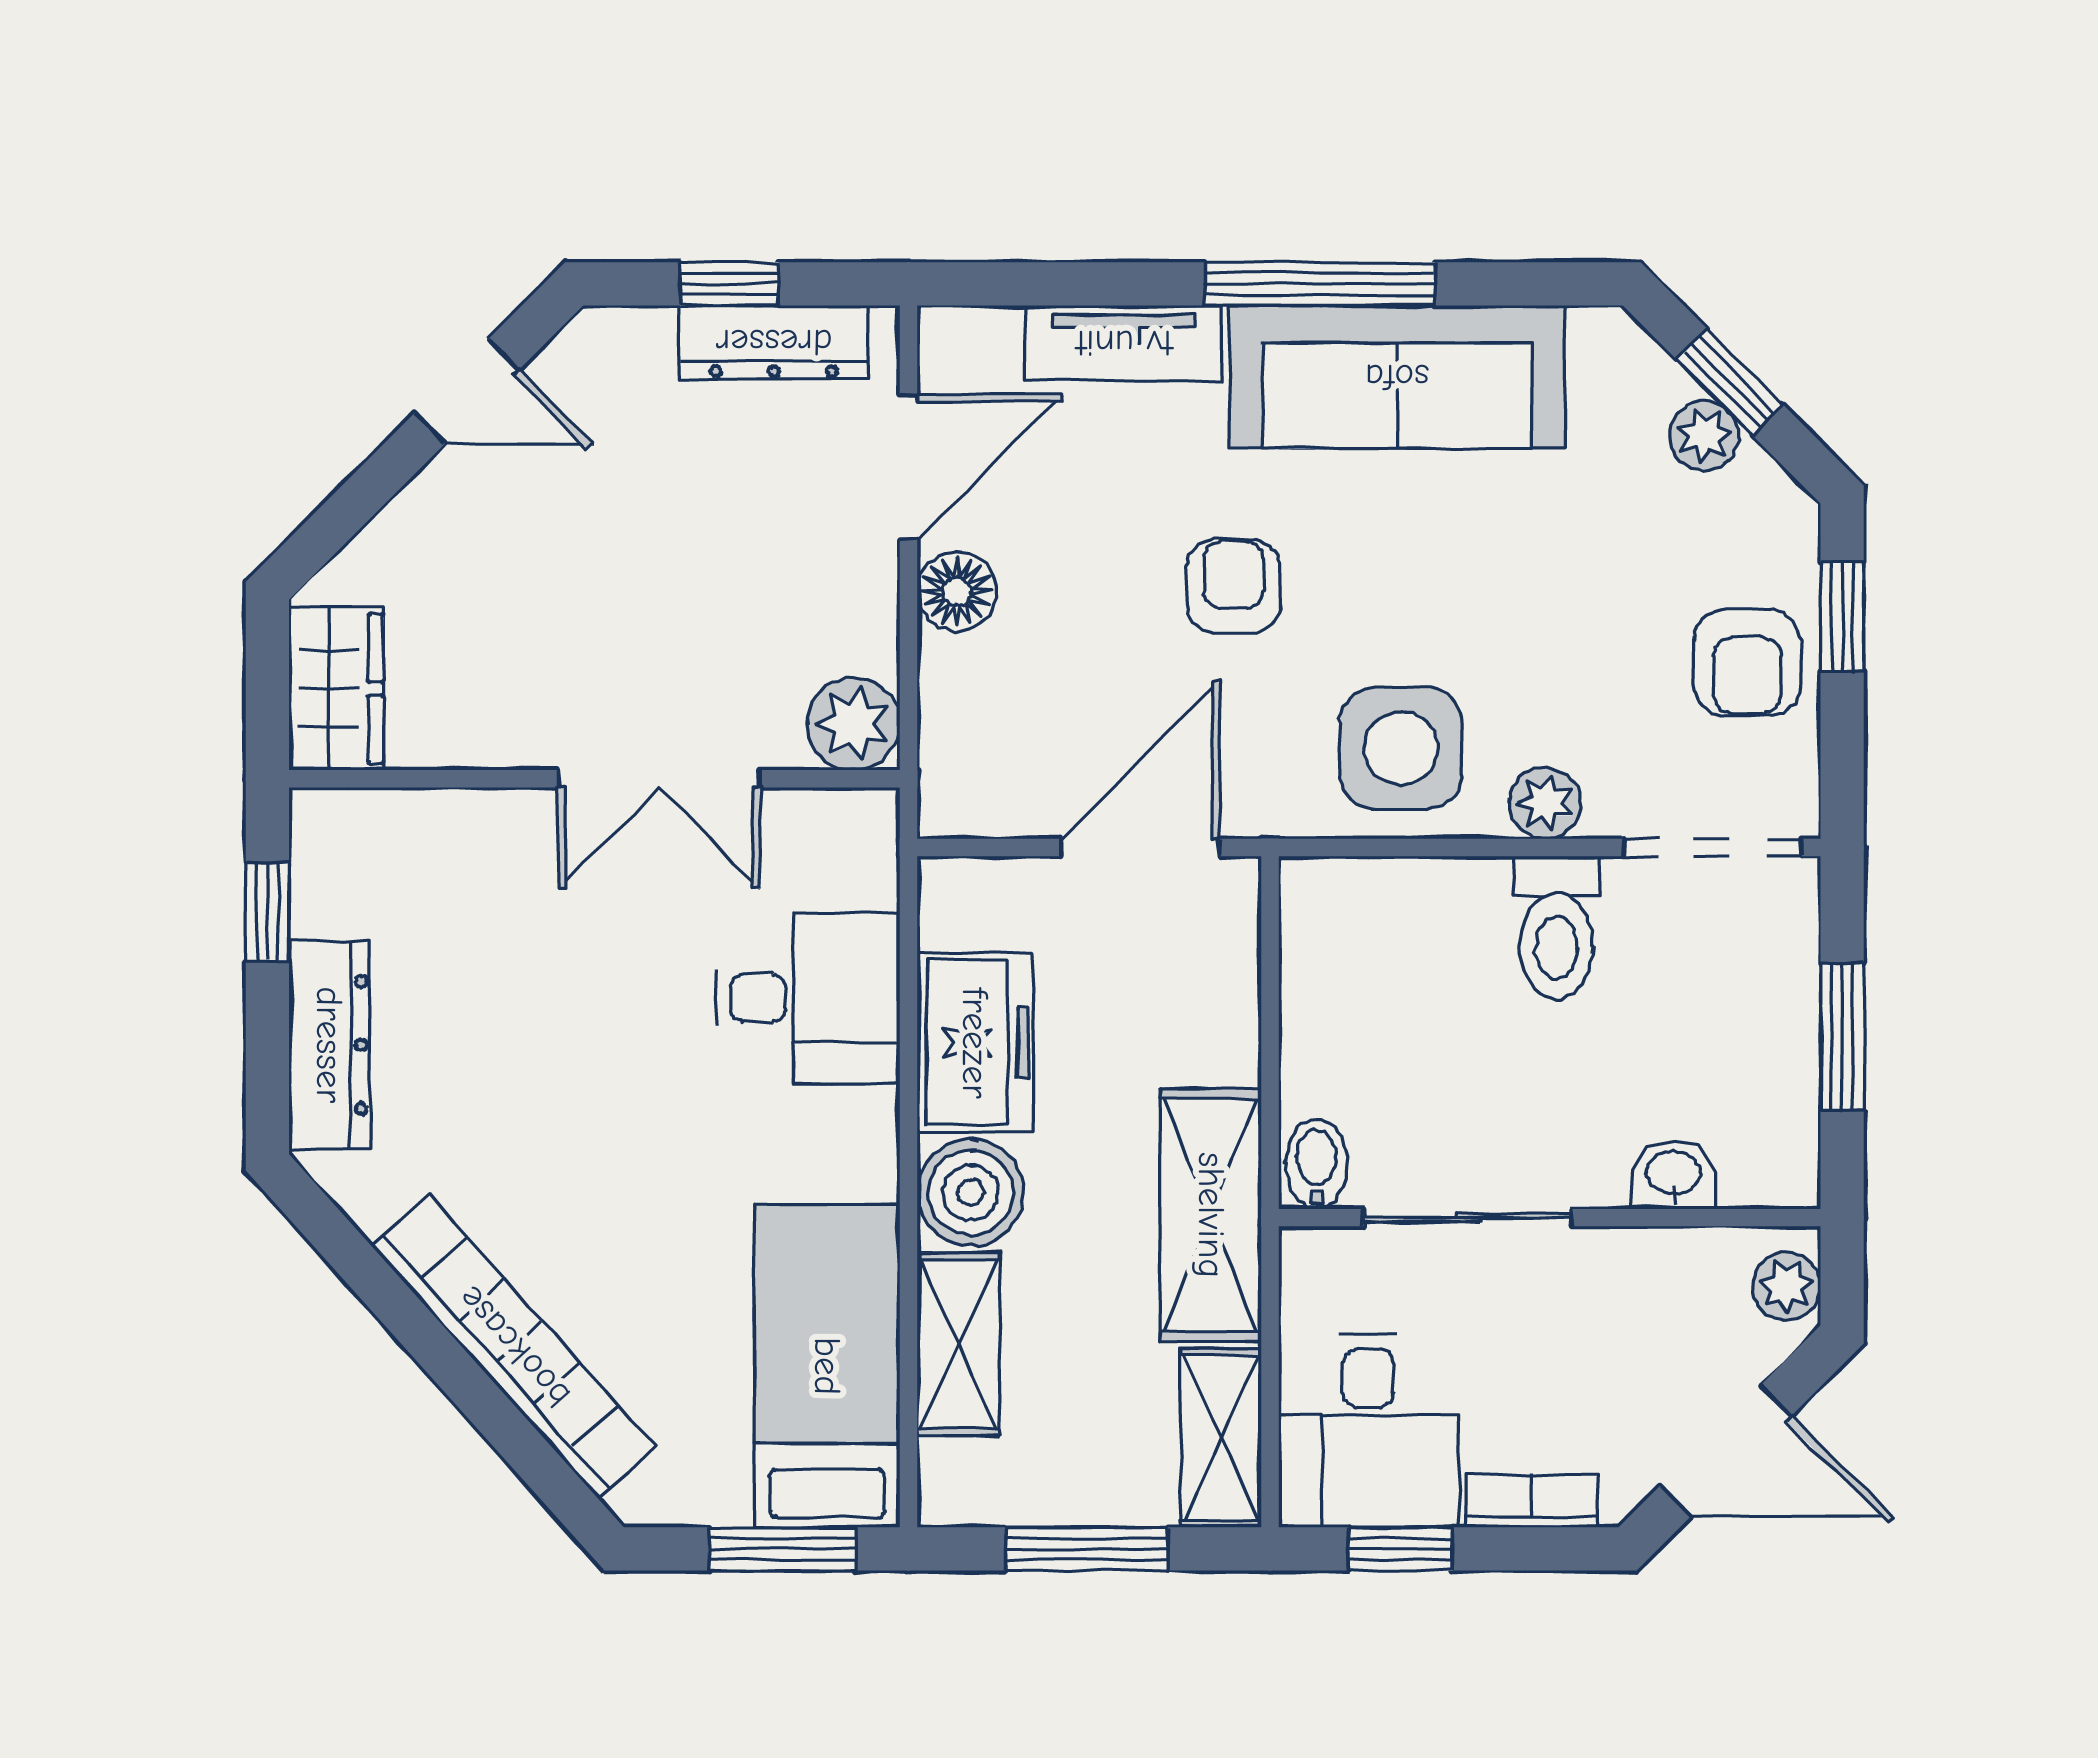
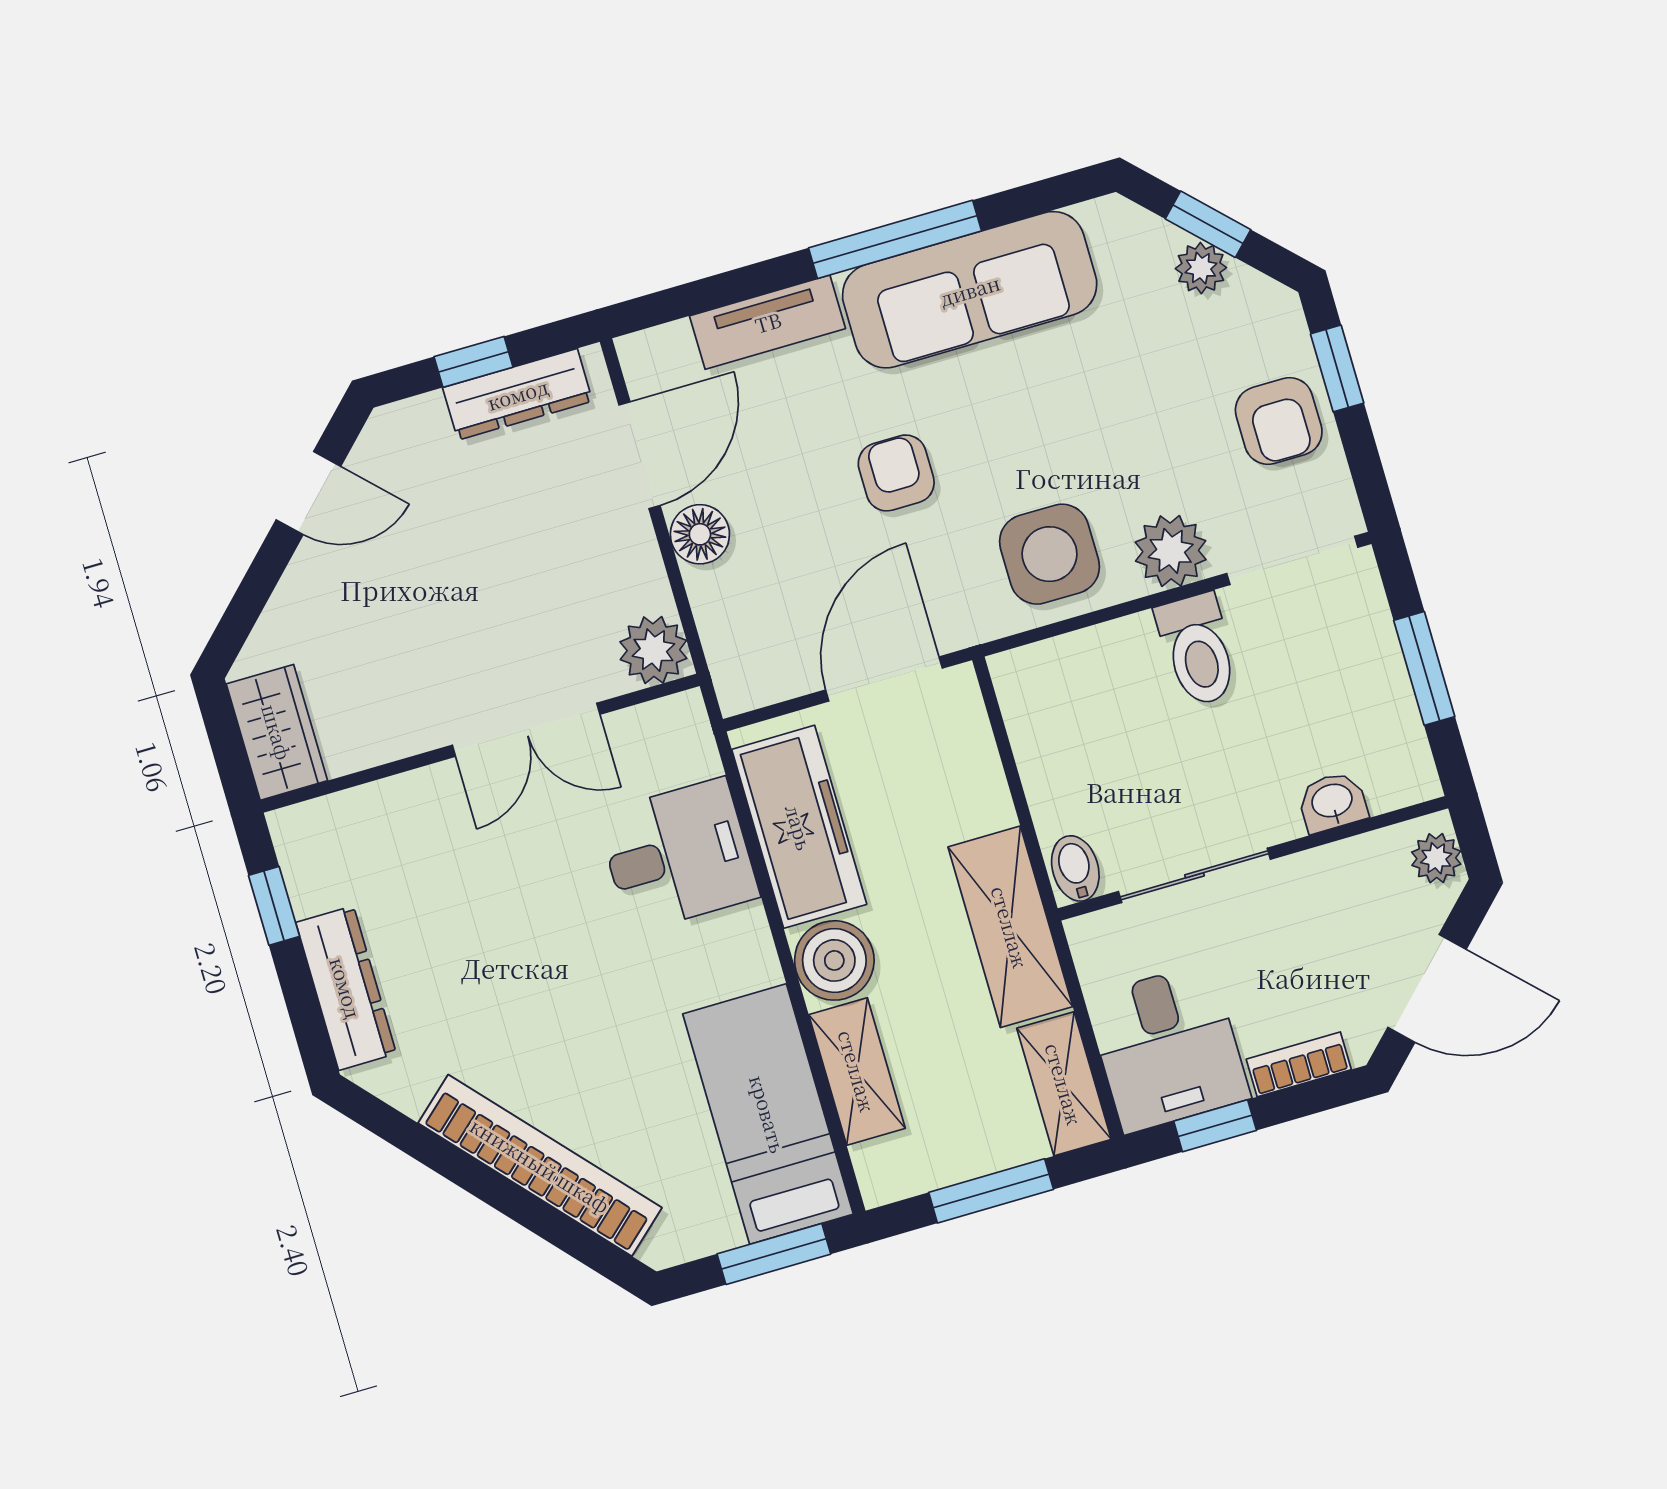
plant: (1545, 803) -> (1171, 551), width x1.38, depth x1.38
freezer: (975, 1043) -> (799, 827), width x1.40

